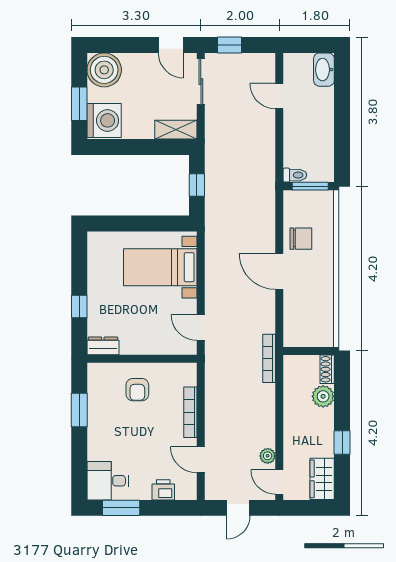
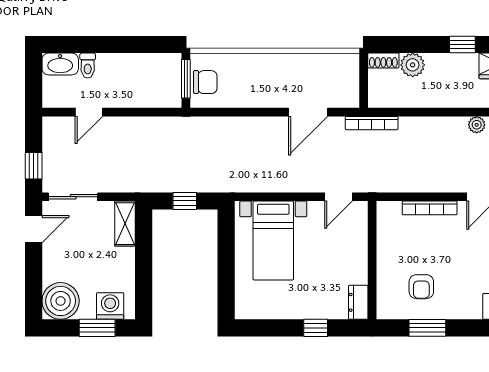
washing machine: (104, 120) -> (110, 306), width x0.73, depth x0.73
toilet: (295, 175) -> (88, 65), moved, turned 180
chair: (301, 239) -> (205, 82), moved, turned 90
door: (279, 271) -> (308, 112), moved
armchair: (137, 390) -> (421, 287), moved, turned 90

